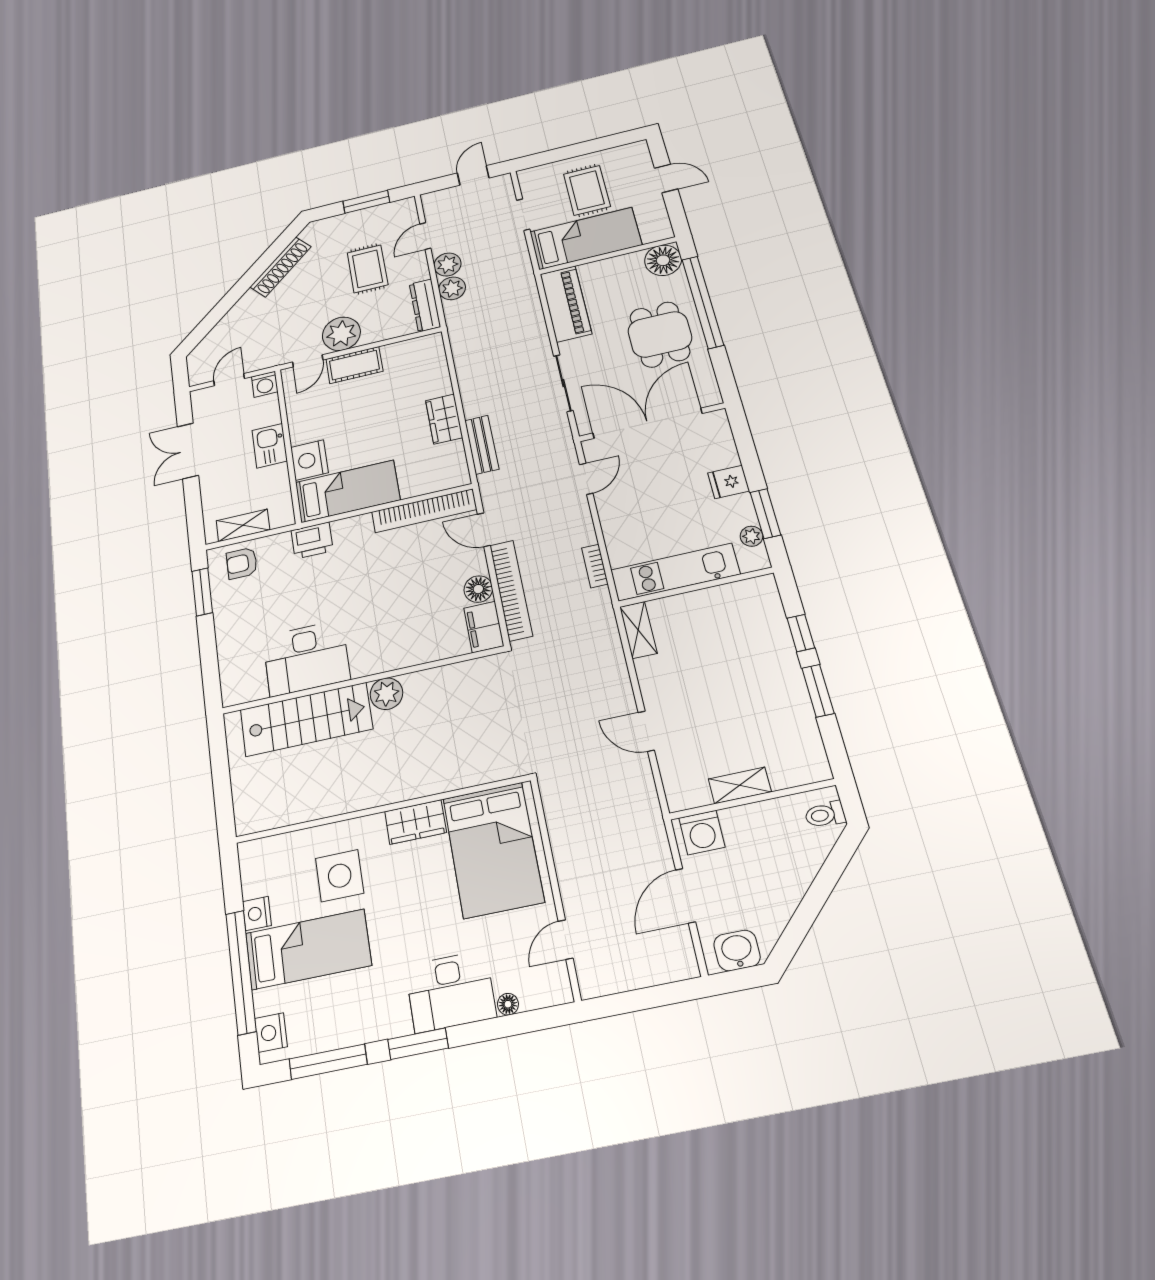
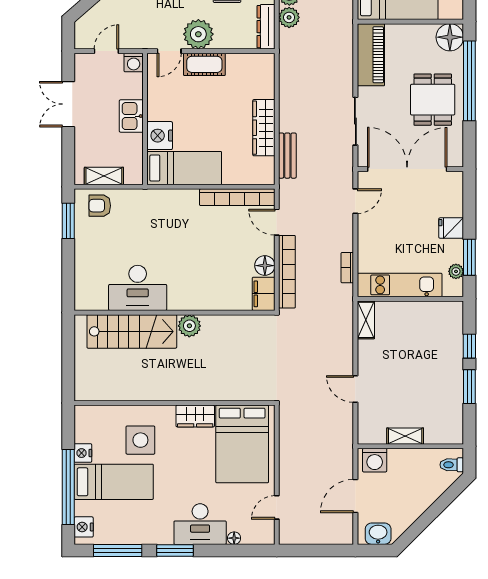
wardrobe: (444, 419) -> (264, 128), width x1.50
printer: (312, 540) -> (153, 200), removed

